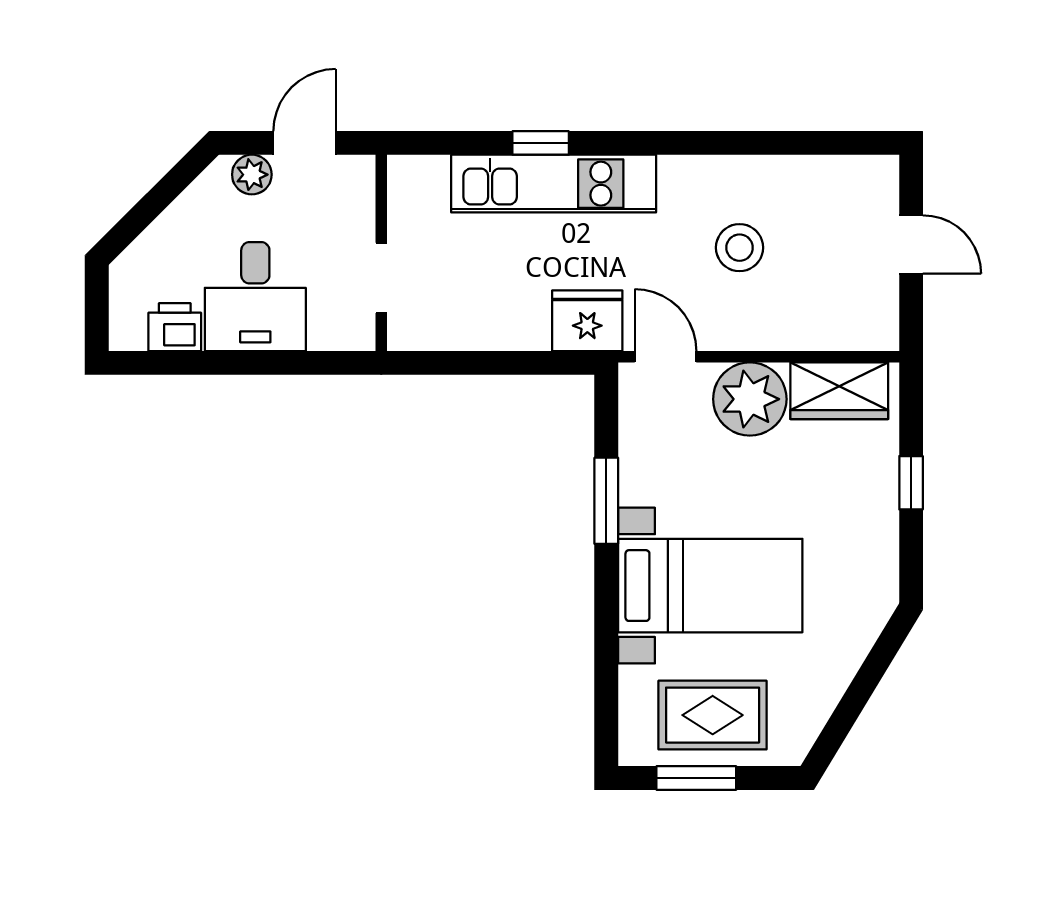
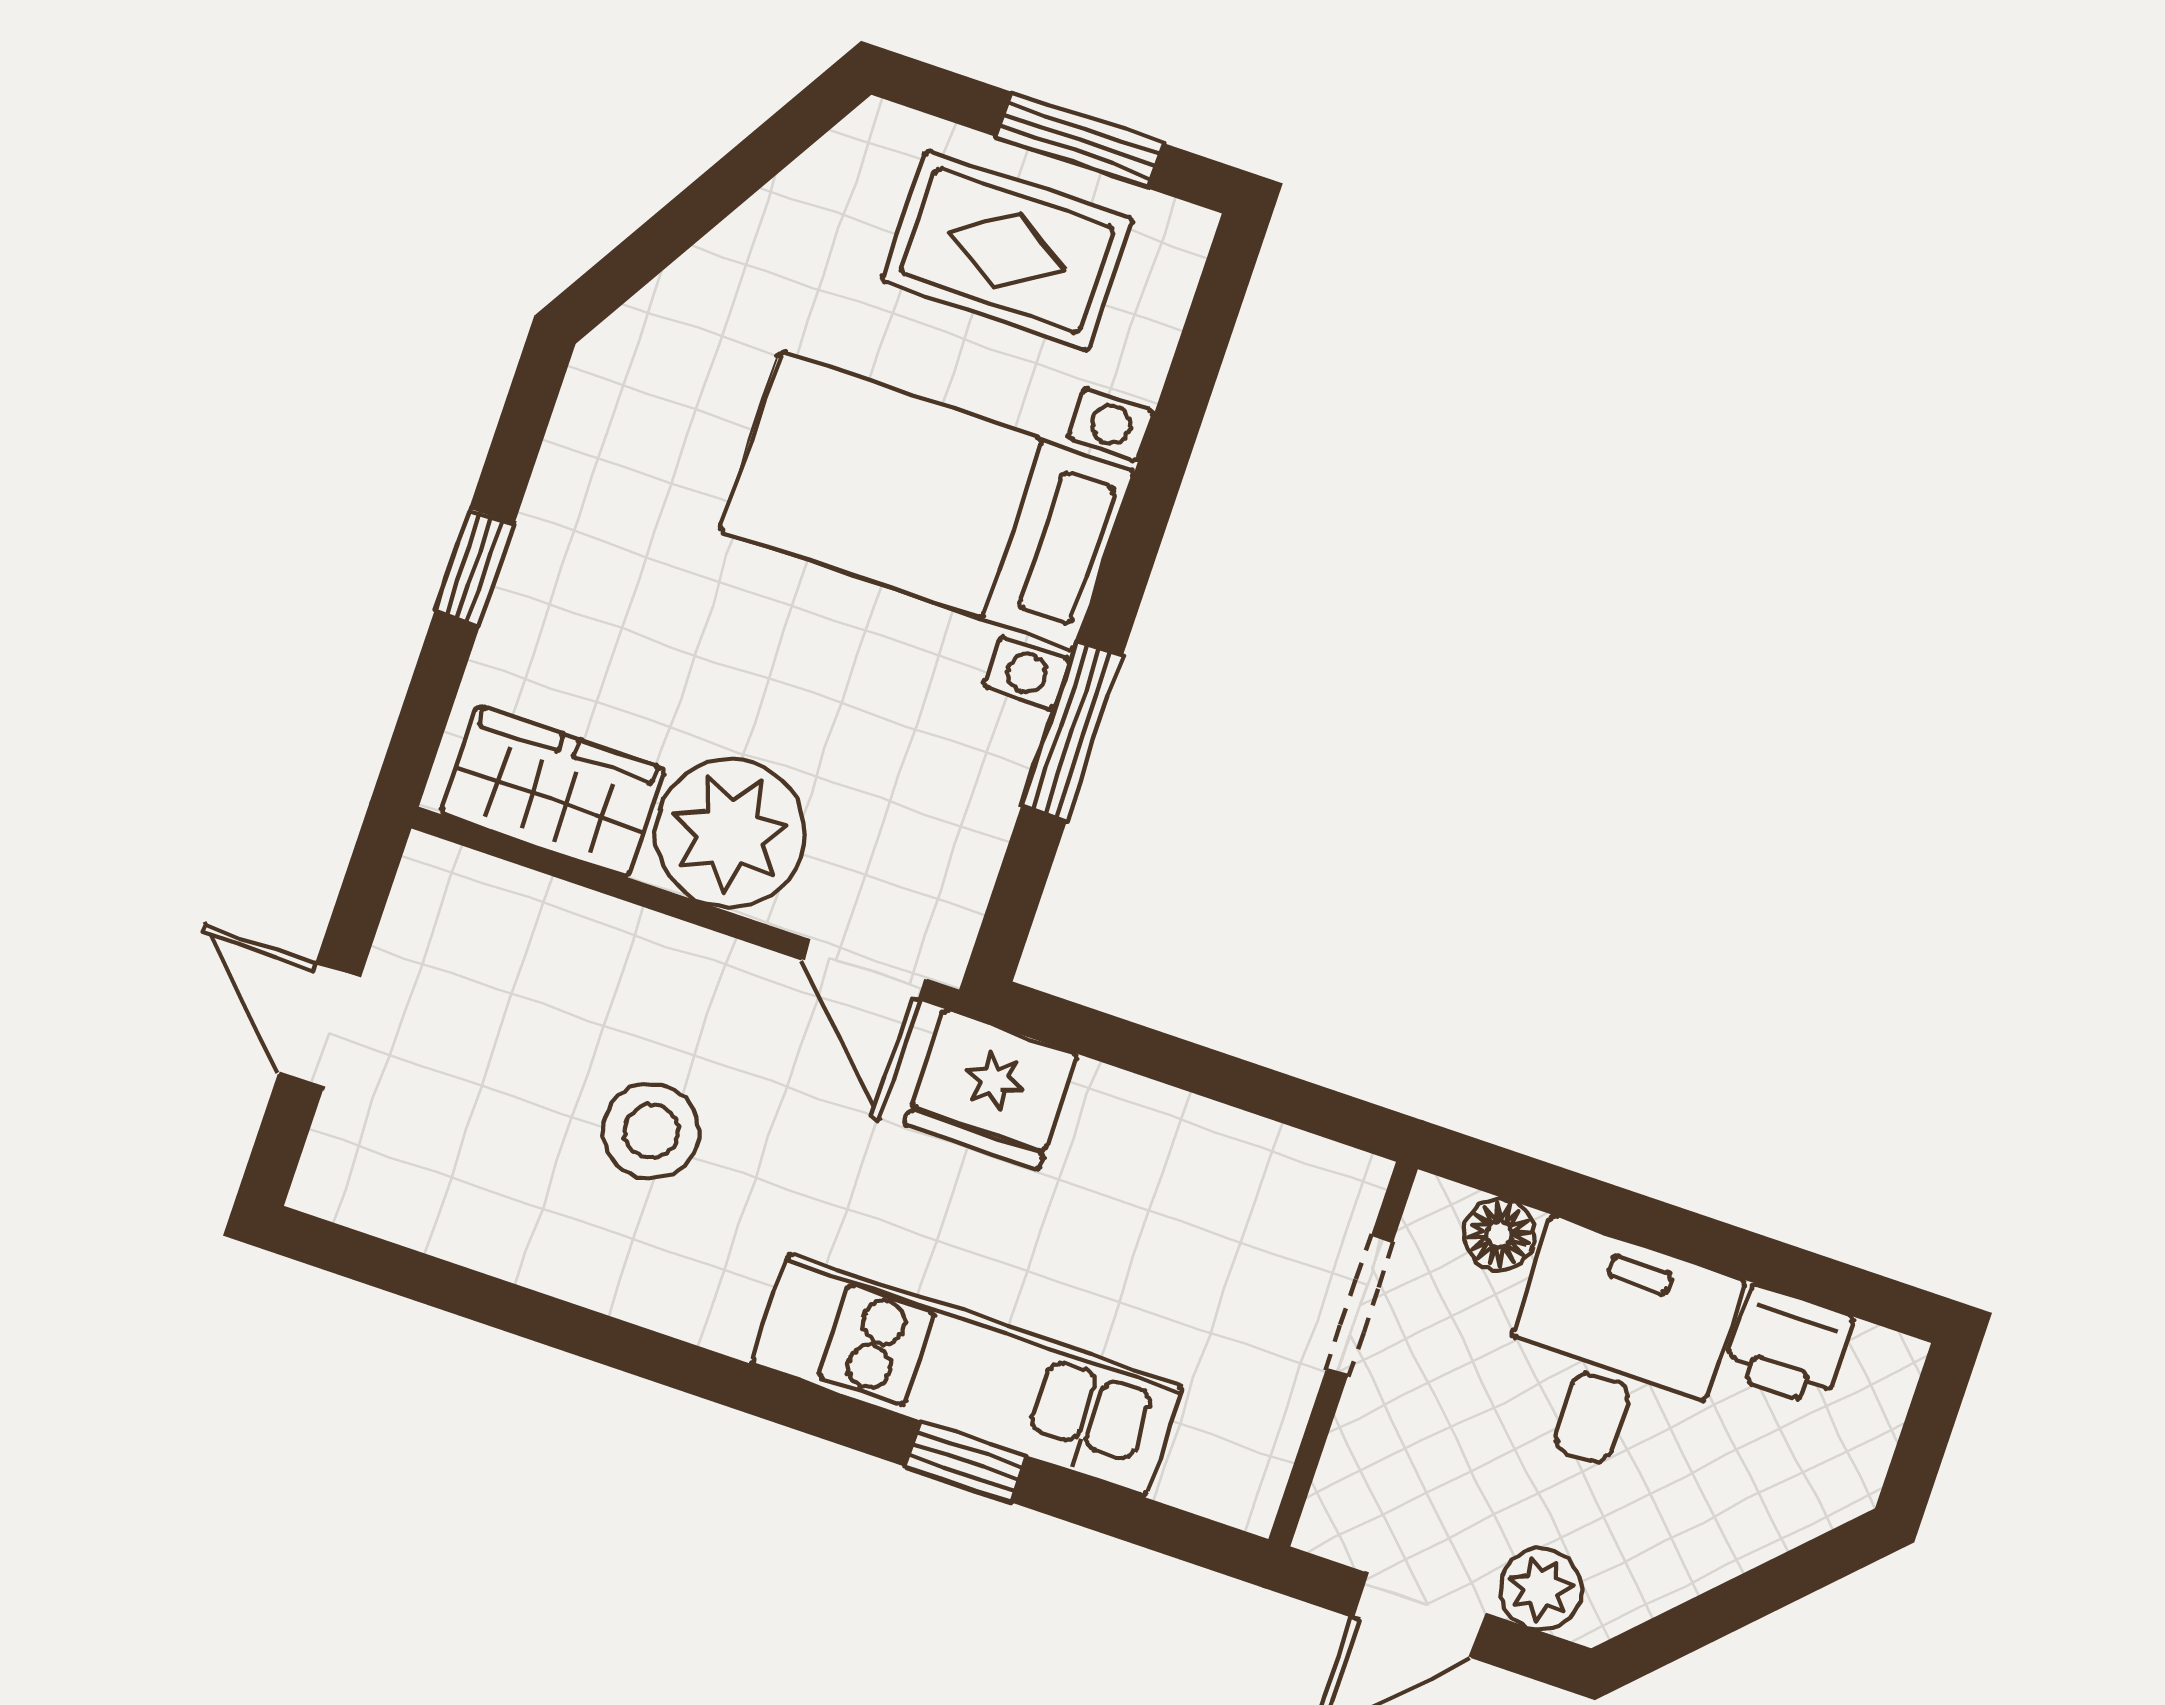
floor lamp: (327, 333) -> (1499, 1234), added

